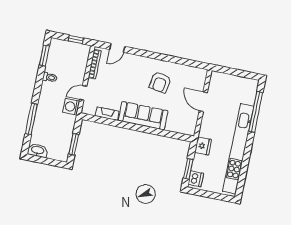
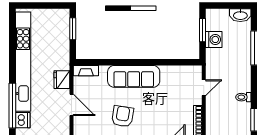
washing machine: (71, 107) -> (214, 39), moved
fireplace: (107, 114) -> (86, 71), moved
fridge: (203, 146) -> (62, 80), moved
dishwasher: (196, 179) -> (23, 120), moved, turned 180

